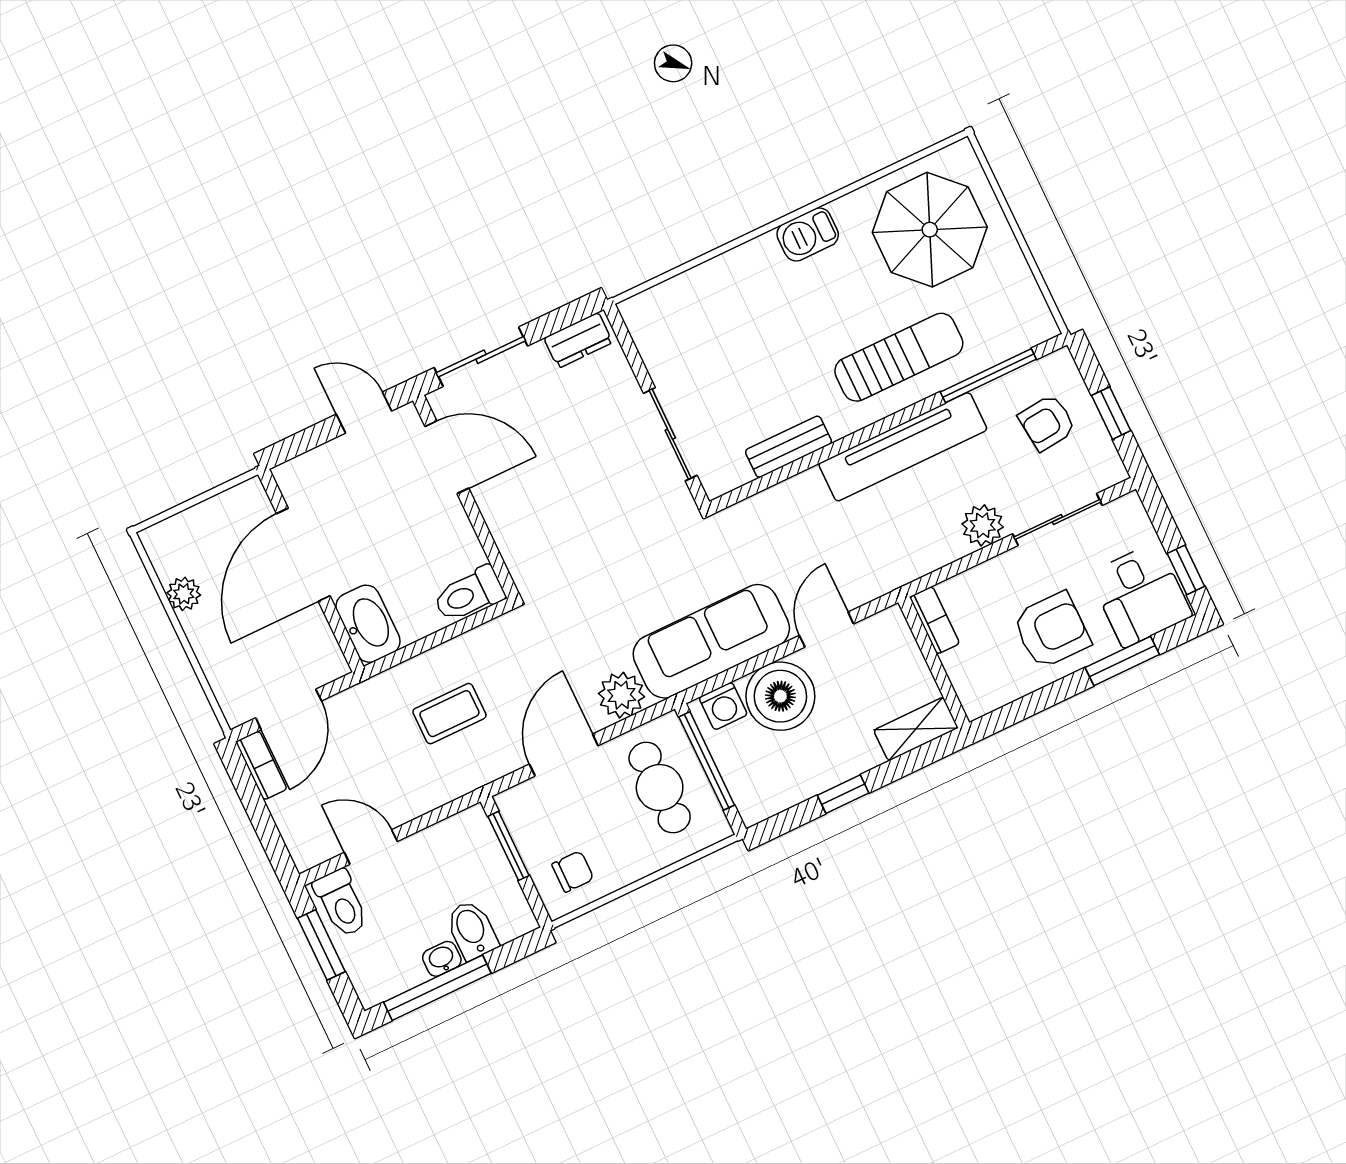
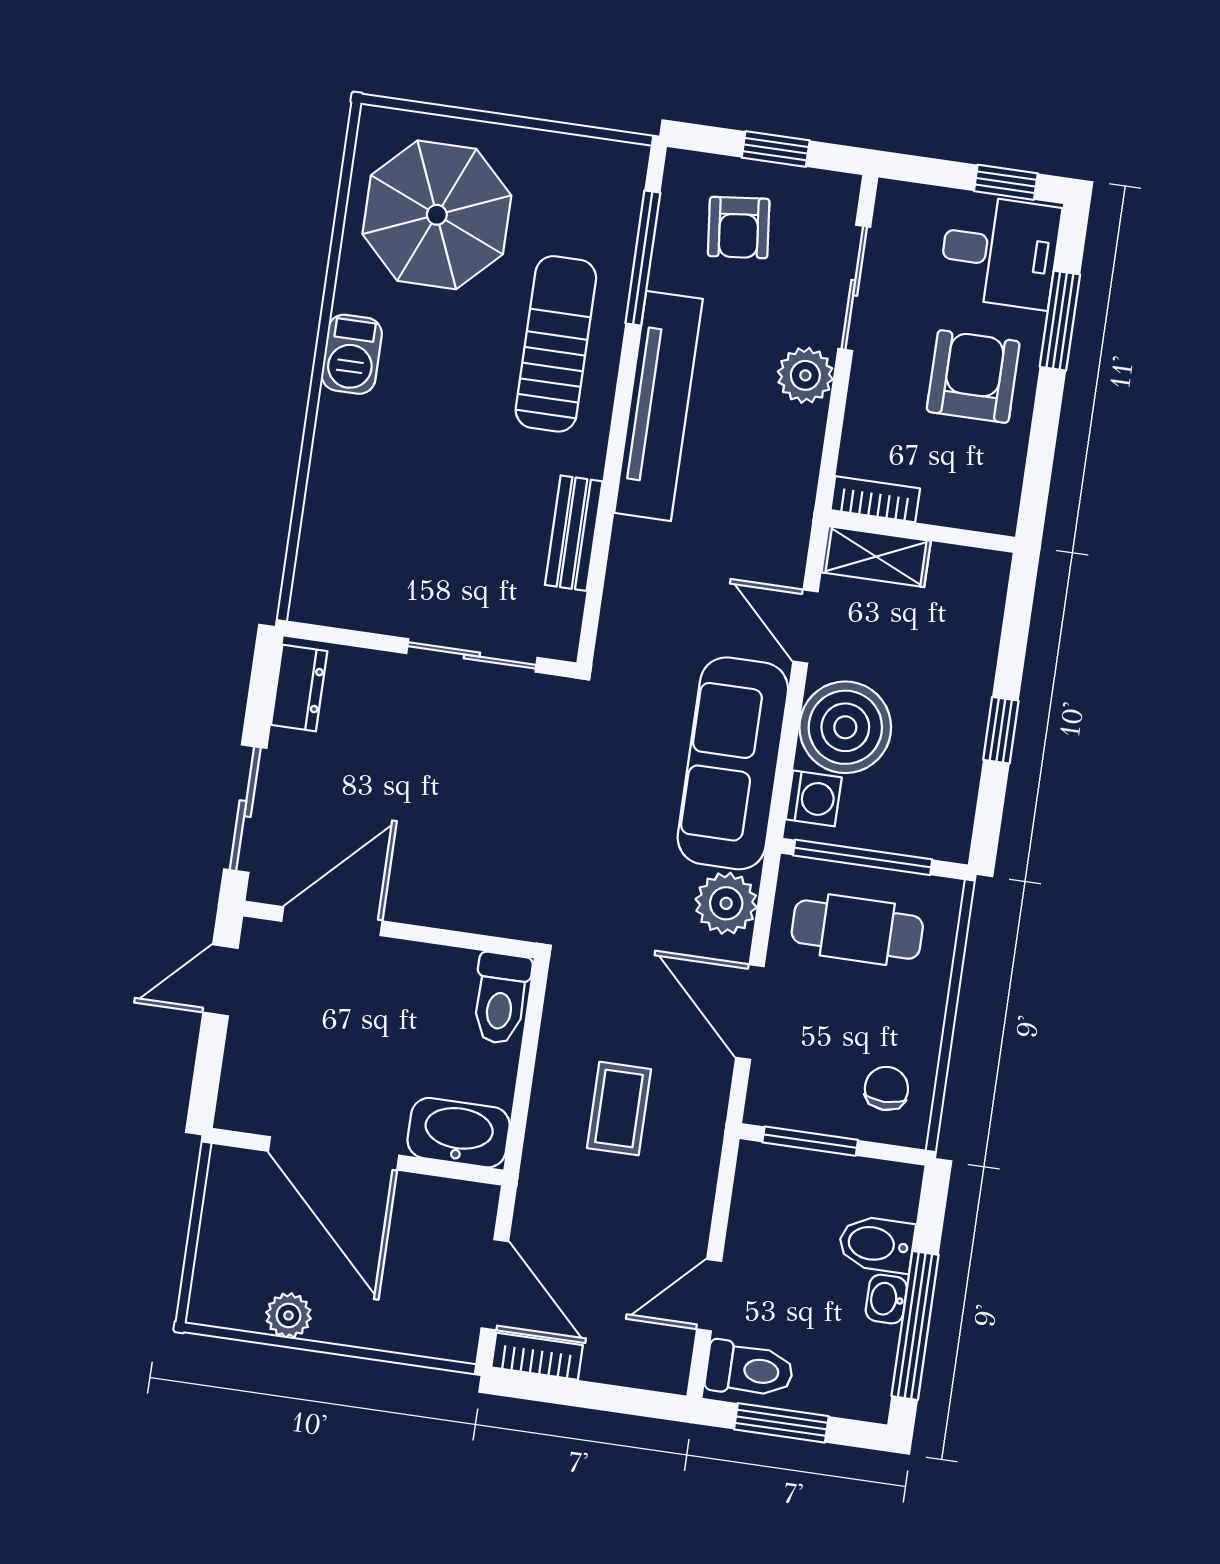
shelving: (916, 729) -> (876, 557), moved, turned 90

